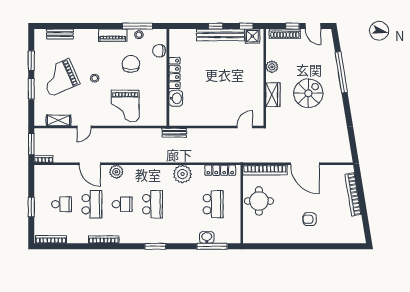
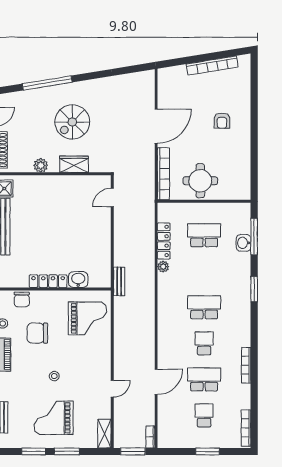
grand piano: (60, 78) -> (54, 418), turned 114
spiral stairs: (308, 93) -> (72, 122), turned -90
grand piano: (125, 106) -> (88, 318), moved
shelving: (59, 120) -> (104, 434), moved
door: (84, 127) -> (112, 389), hinge flipped
door: (245, 127) -> (112, 198), hinge flipped
locker: (220, 170) -> (164, 241), moved
plant: (116, 172) -> (166, 350), removed
plant: (182, 174) -> (163, 267), width x0.53, depth x0.53
bookcase: (353, 194) -> (212, 66), moved
window: (155, 246) -> (254, 289), moved

